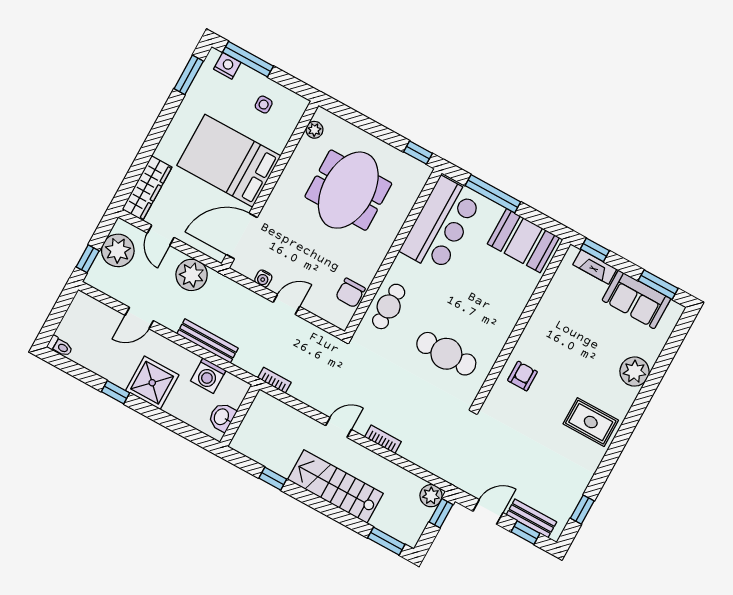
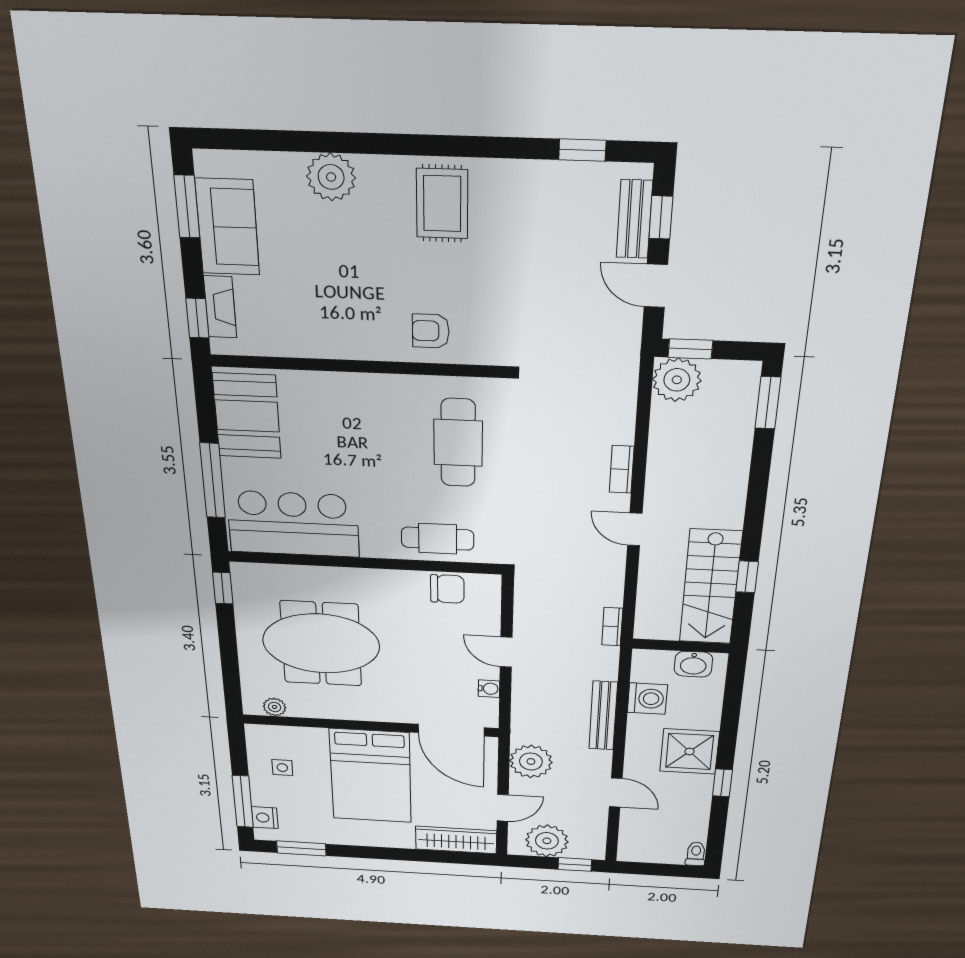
stairs: (335, 486) -> (711, 587), moved
plant: (431, 496) -> (677, 380), width x1.36, depth x1.36

